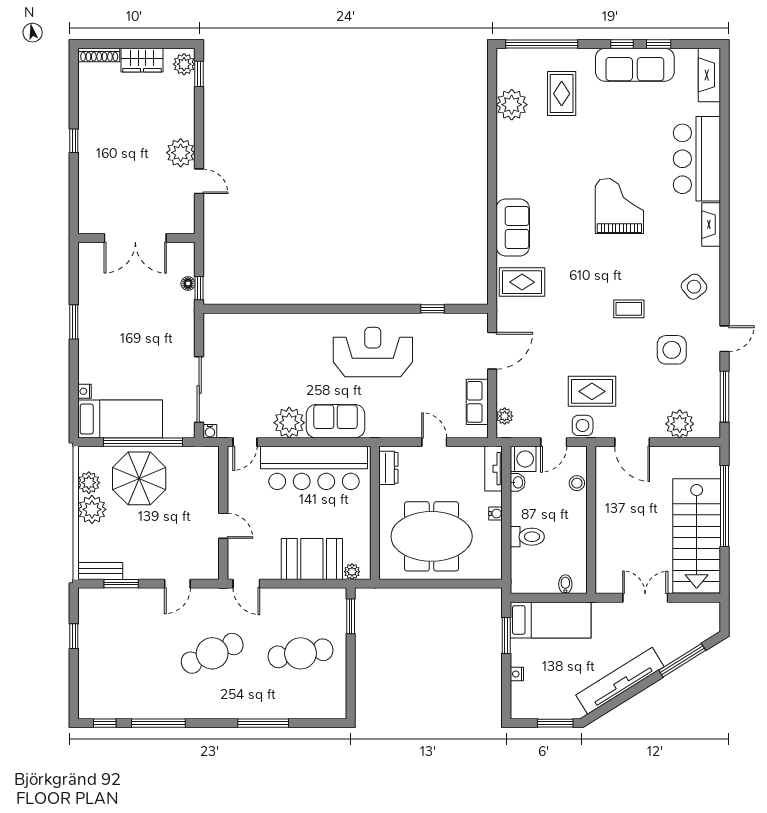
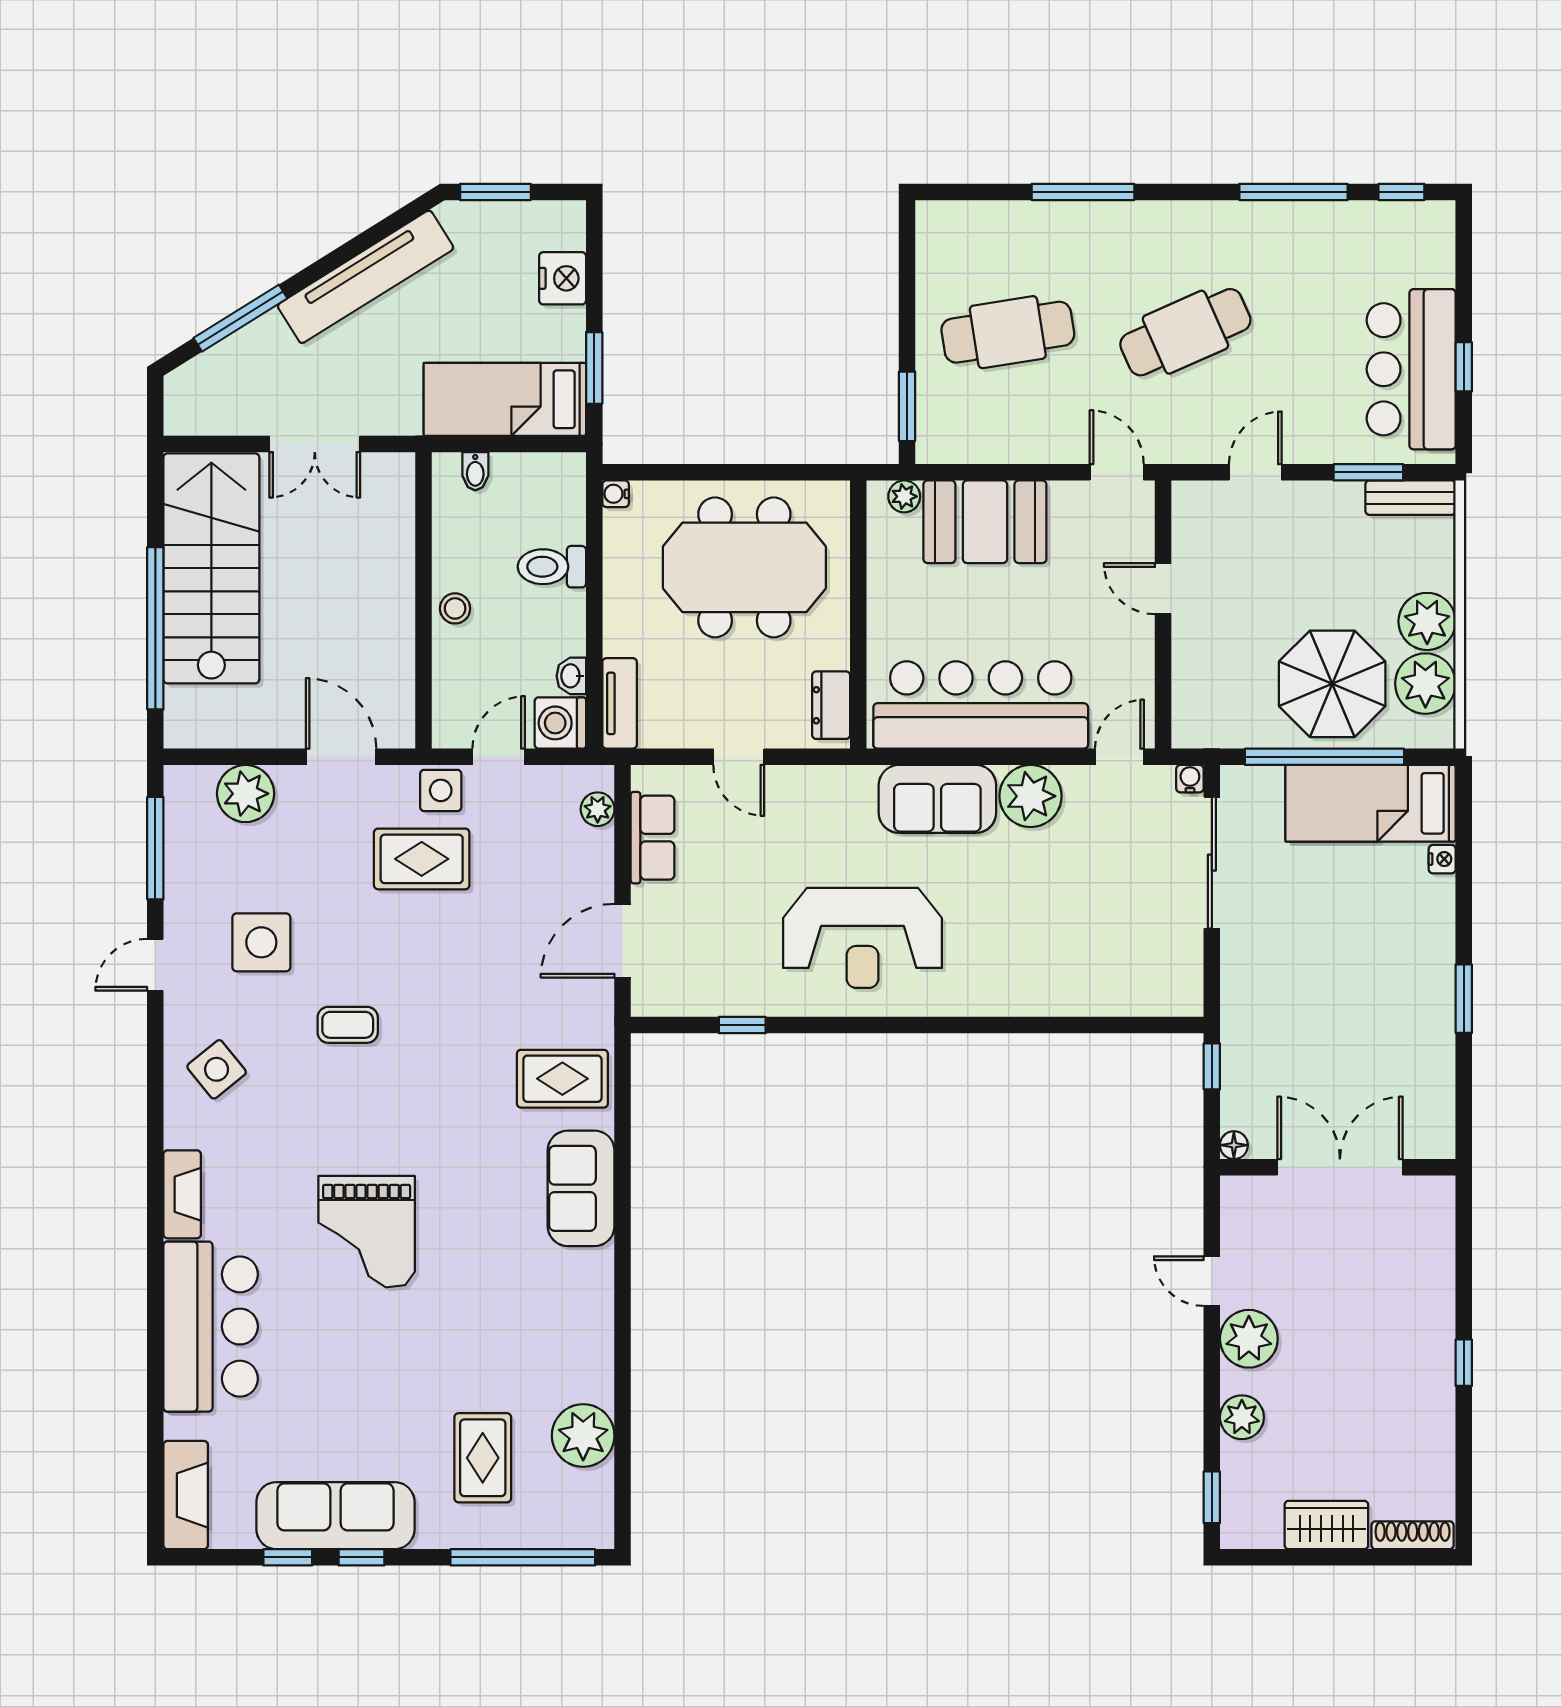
plant: (184, 64) -> (1242, 1417), moved
floor lamp: (188, 283) -> (1234, 1145), moved
plant: (89, 483) -> (1425, 684), width x1.36, depth x1.36
stool: (577, 483) -> (455, 608), moved
water cooler: (496, 514) -> (616, 494), moved
bar counter: (100, 635) -> (1411, 369), added
nightstand: (517, 674) -> (563, 278), width x1.89, depth x1.79

